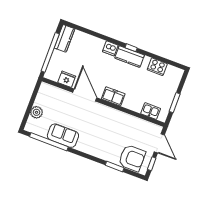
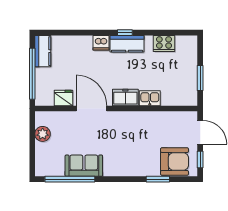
kitchen sink: (151, 111) -> (150, 98), moved
plant: (37, 112) -> (43, 134), moved

